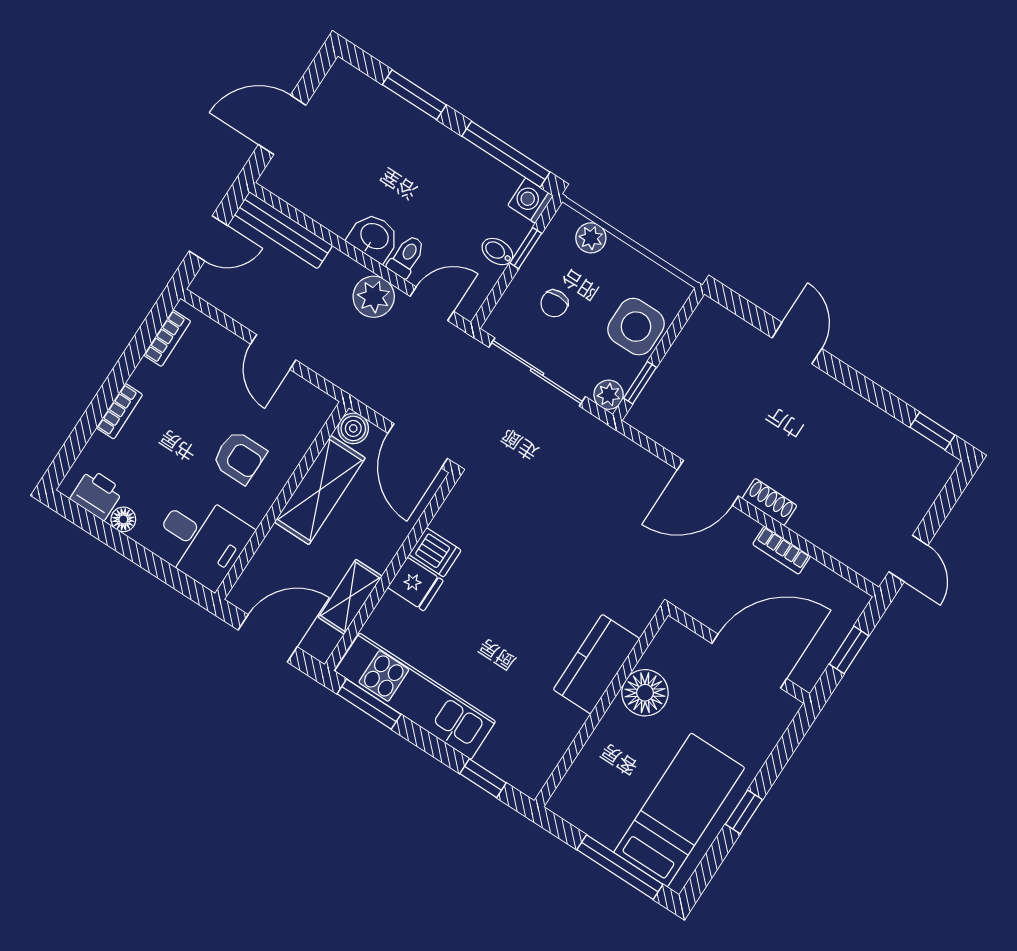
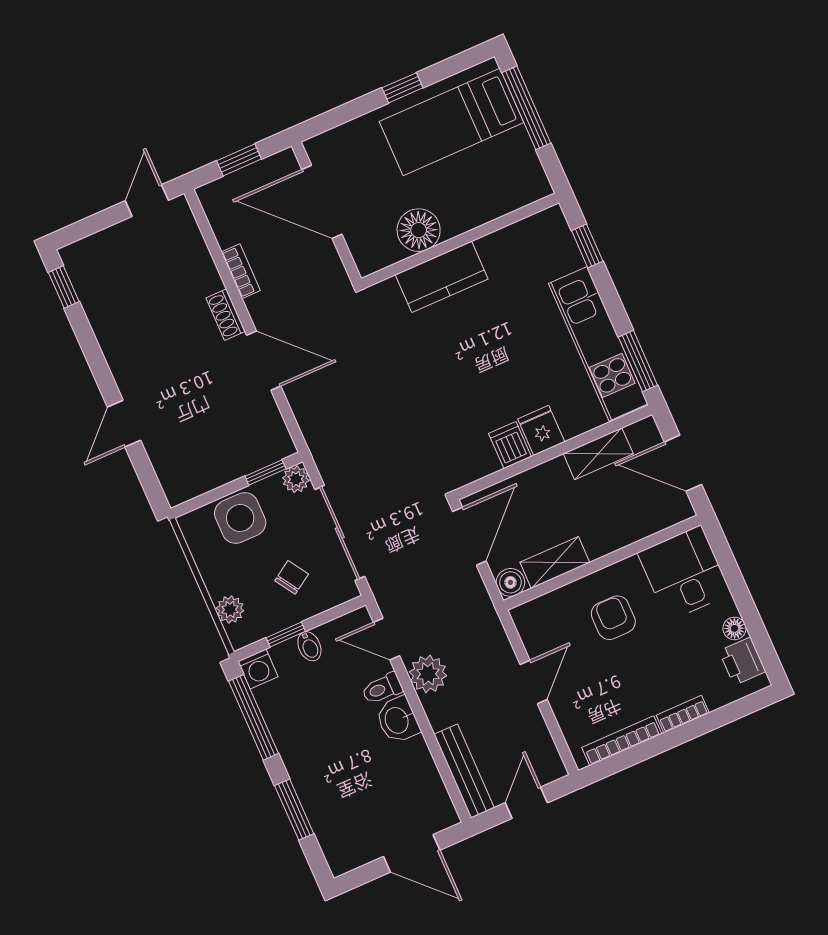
door: (208, 238) -> (526, 803), hinge flipped
chair: (554, 303) -> (292, 577), turned -33
bookcase: (167, 338) -> (622, 741), width x1.56
shelving: (320, 490) -> (555, 562), width x0.67, depth x0.75

